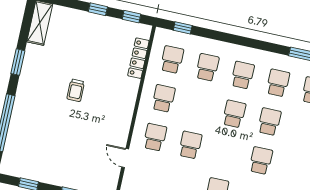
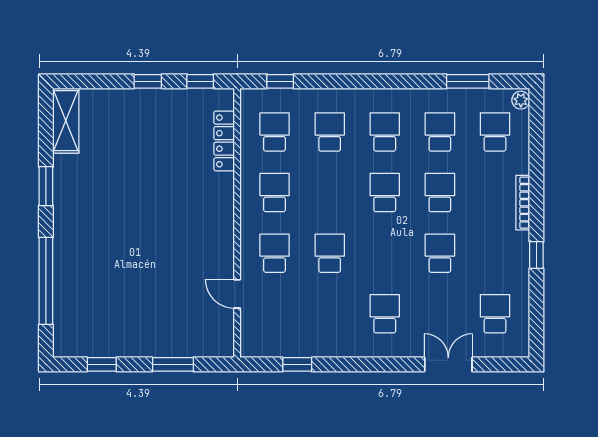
trolley: (76, 90) -> (141, 209), removed

